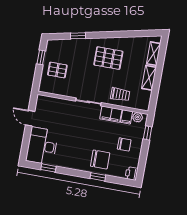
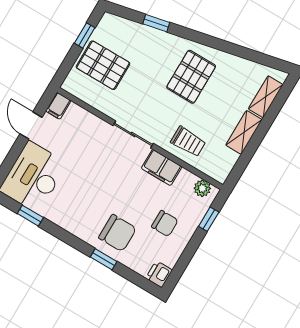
pallet: (108, 58) -> (191, 77), turned 90
pallet: (57, 70) -> (103, 65), width x1.50, depth x1.42
filing cabinet: (127, 117) -> (58, 106), moved

